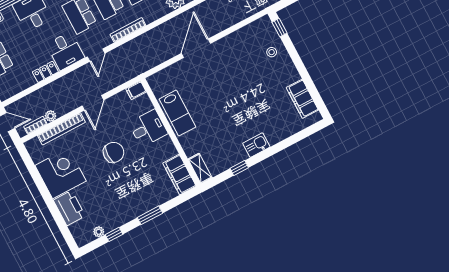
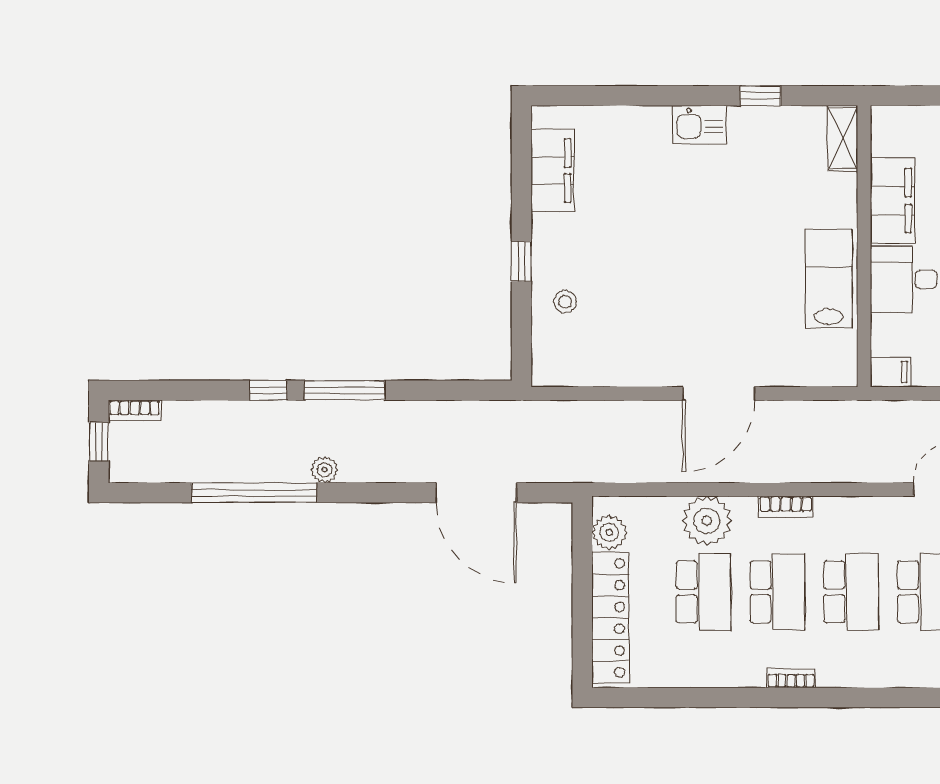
window: (280, 28) -> (521, 261), moved
bookcase: (128, 30) -> (786, 507), moved, width x0.64
filing cabinet: (179, 175) -> (893, 201), moved

